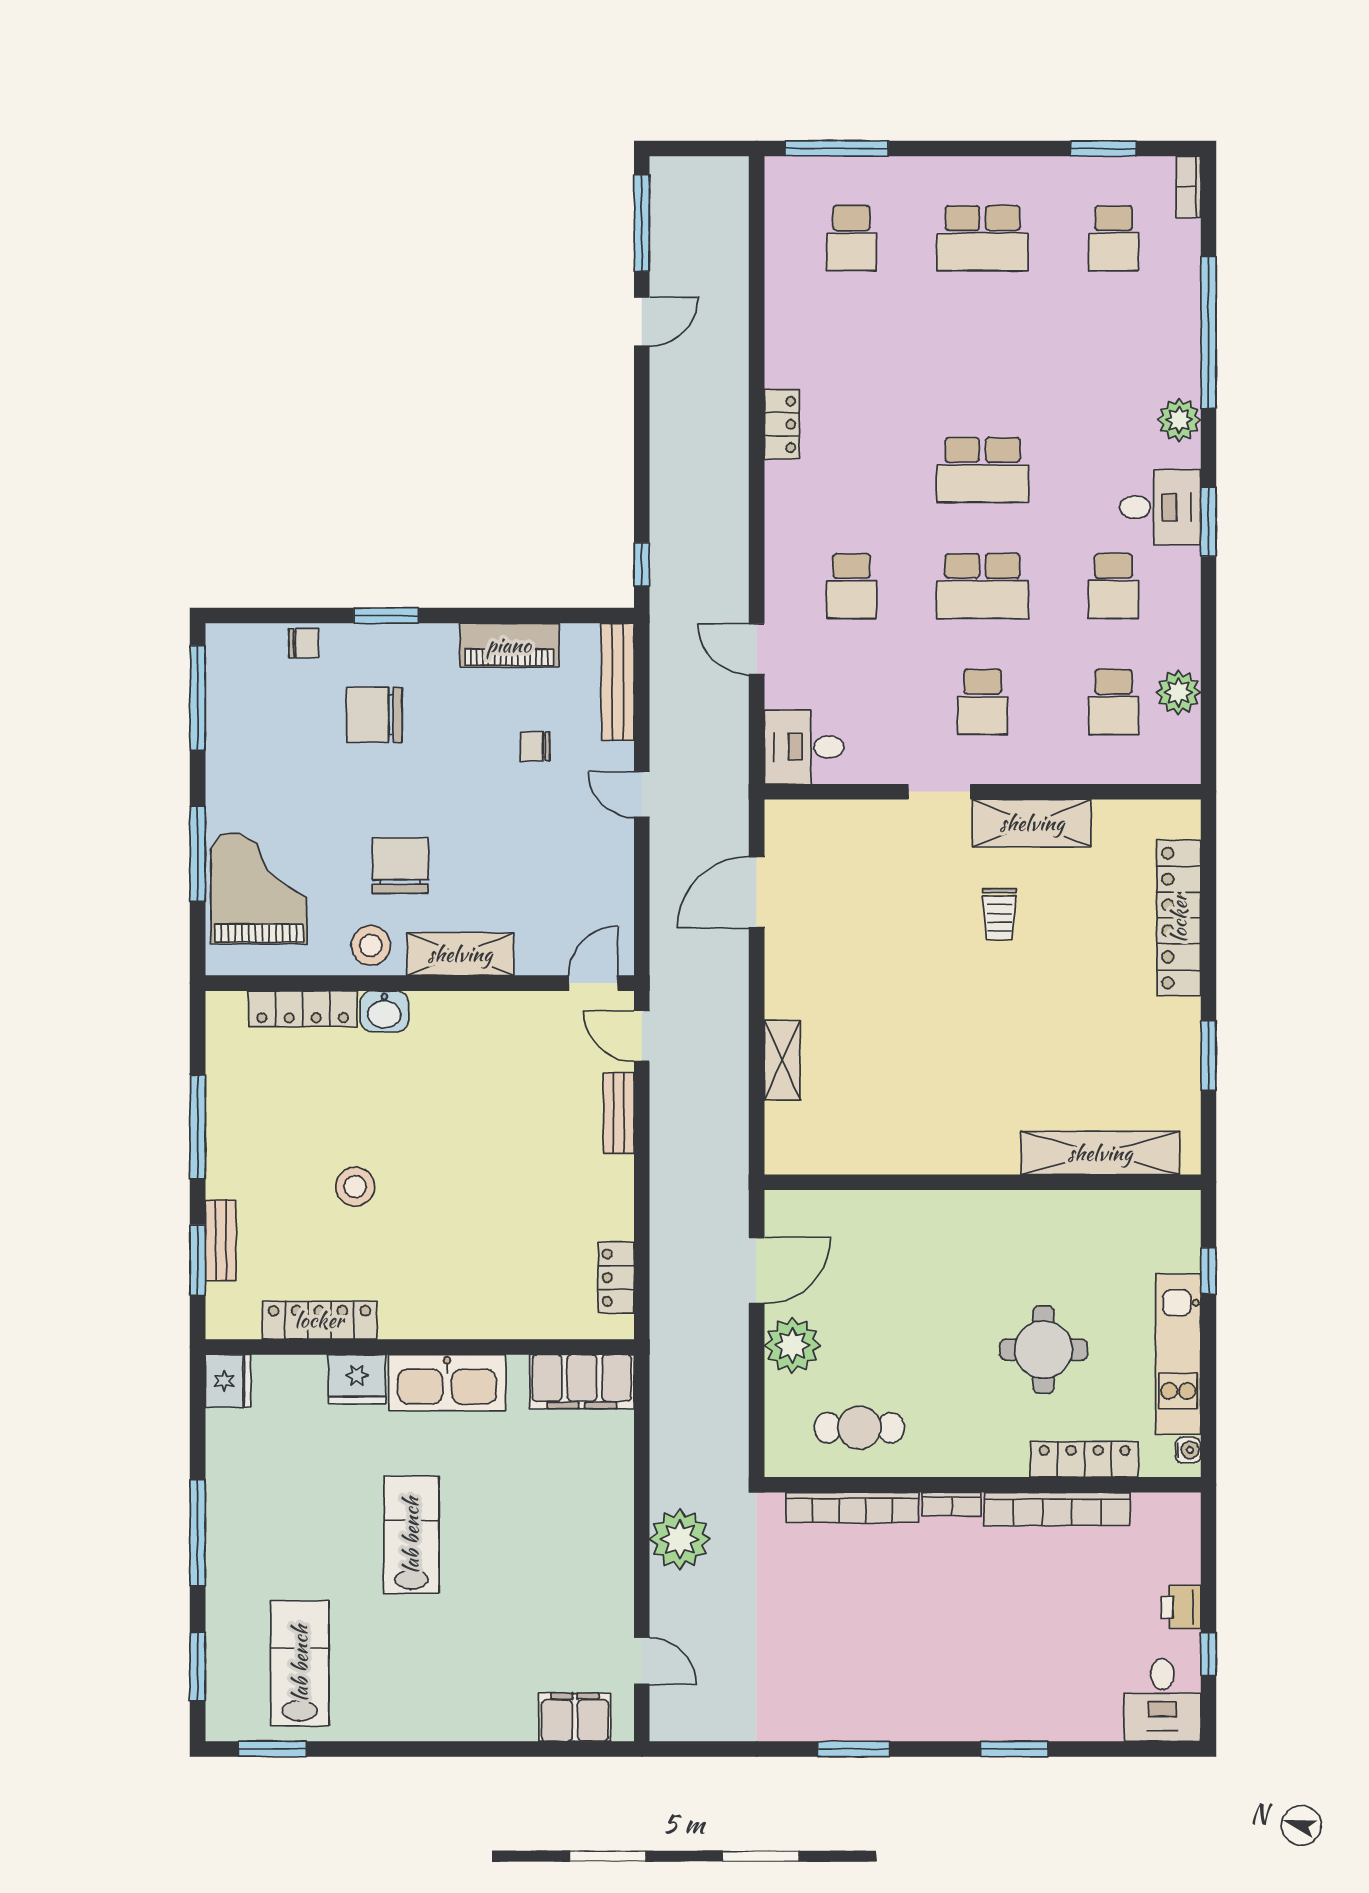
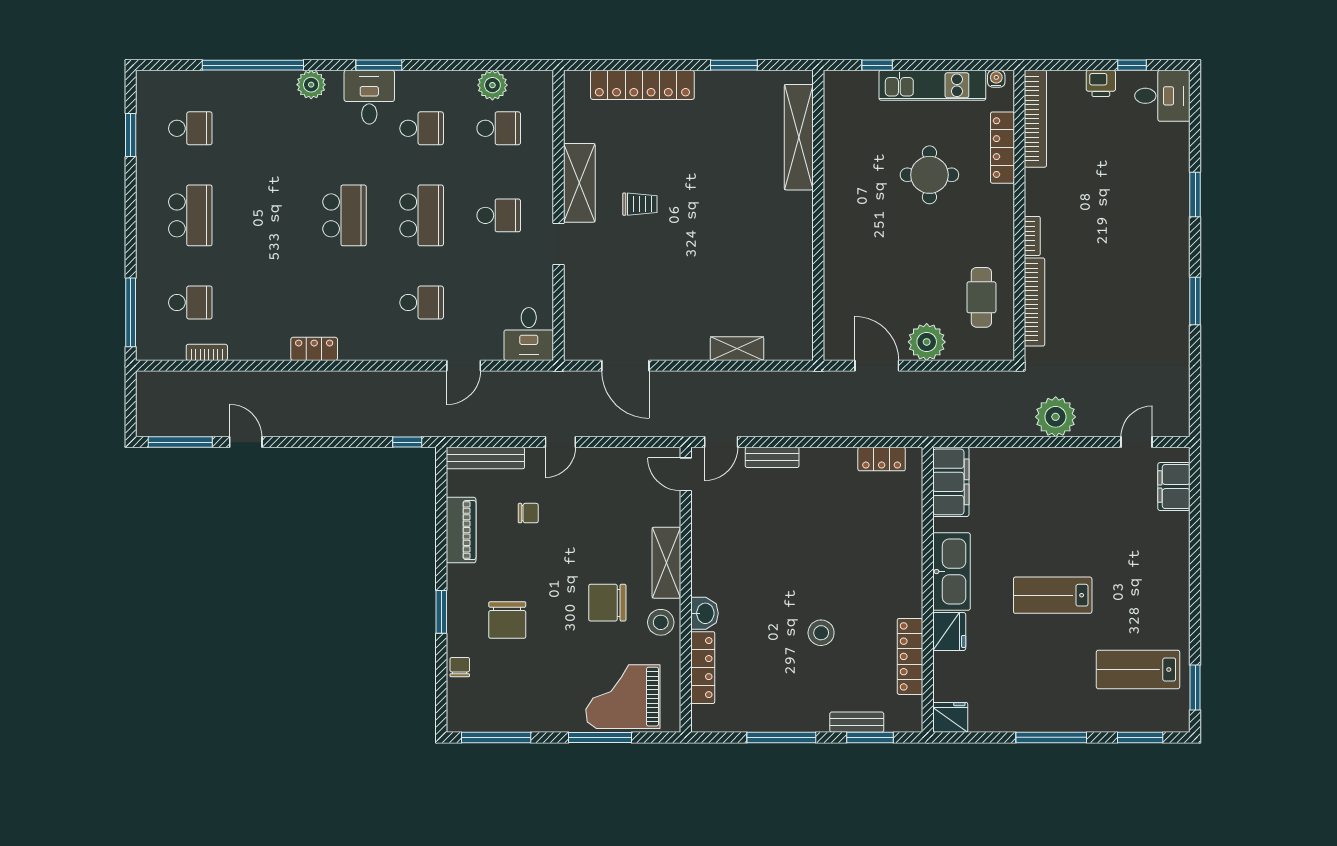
bookcase: (1188, 187) -> (207, 352), moved, turned 180
chair: (535, 746) -> (528, 513), turned -90
bookcase: (1057, 1509) -> (1035, 119), moved

